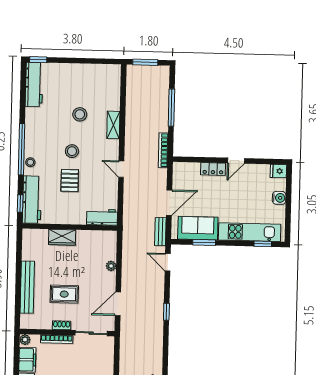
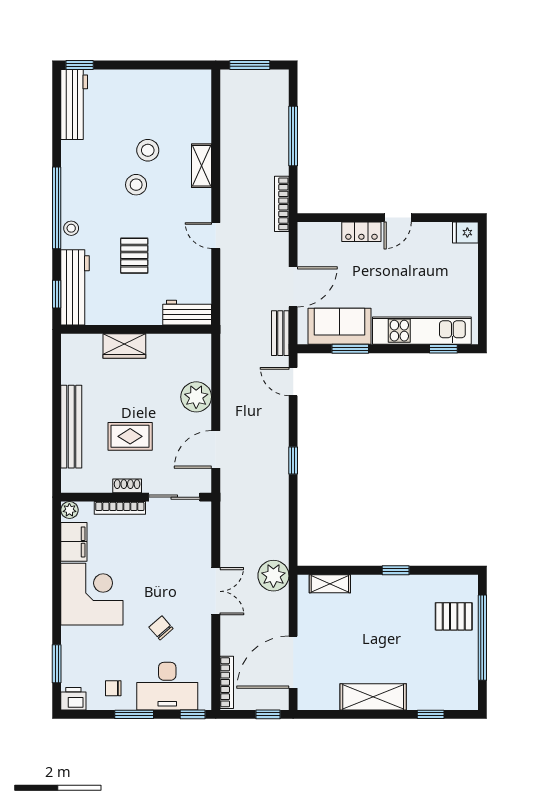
stool: (72, 151) -> (136, 185), moved
water cooler: (279, 198) -> (468, 275), removed
plant: (111, 266) -> (196, 397), width x1.88, depth x1.88

